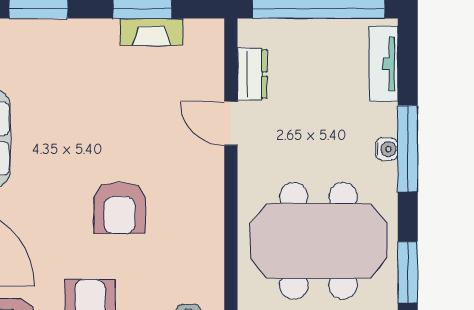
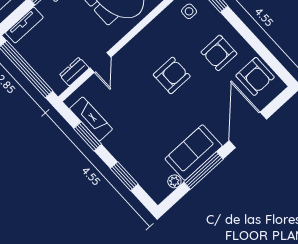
fireplace: (151, 32) -> (91, 119), width x1.37, depth x1.32

